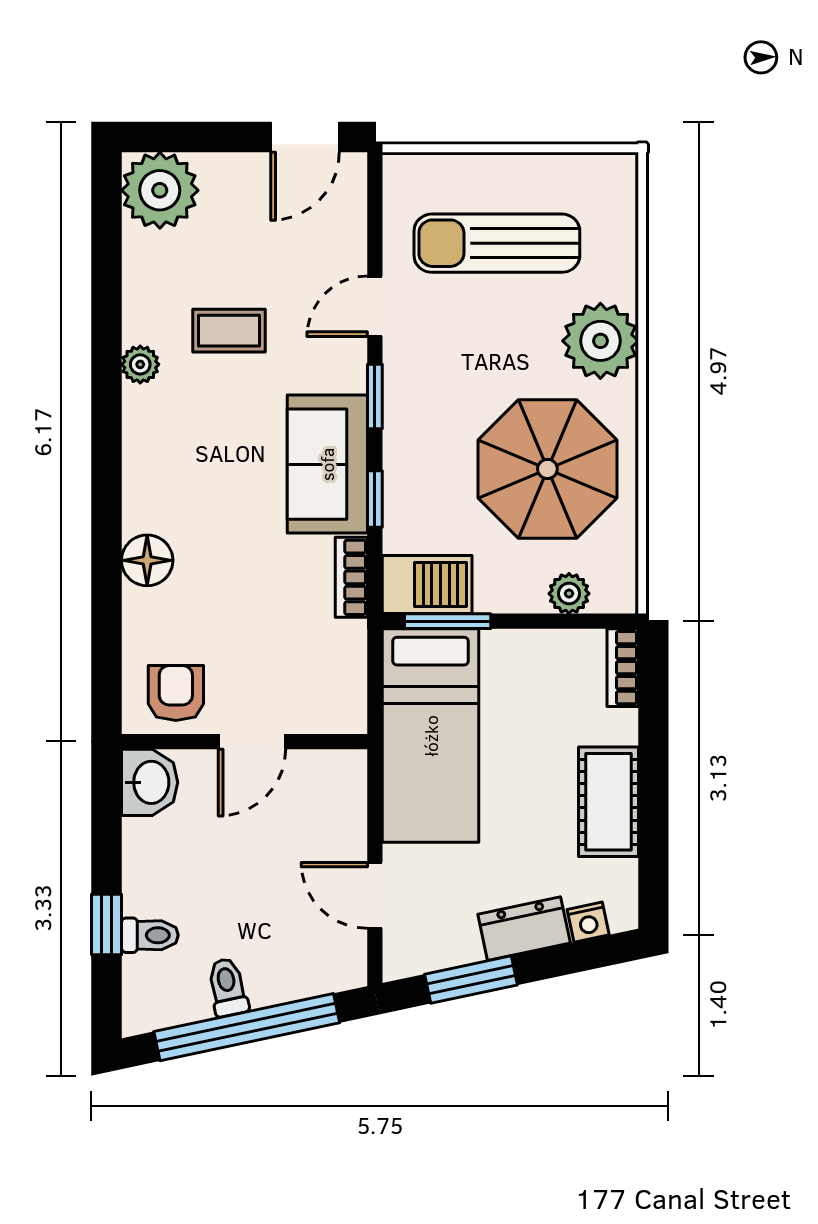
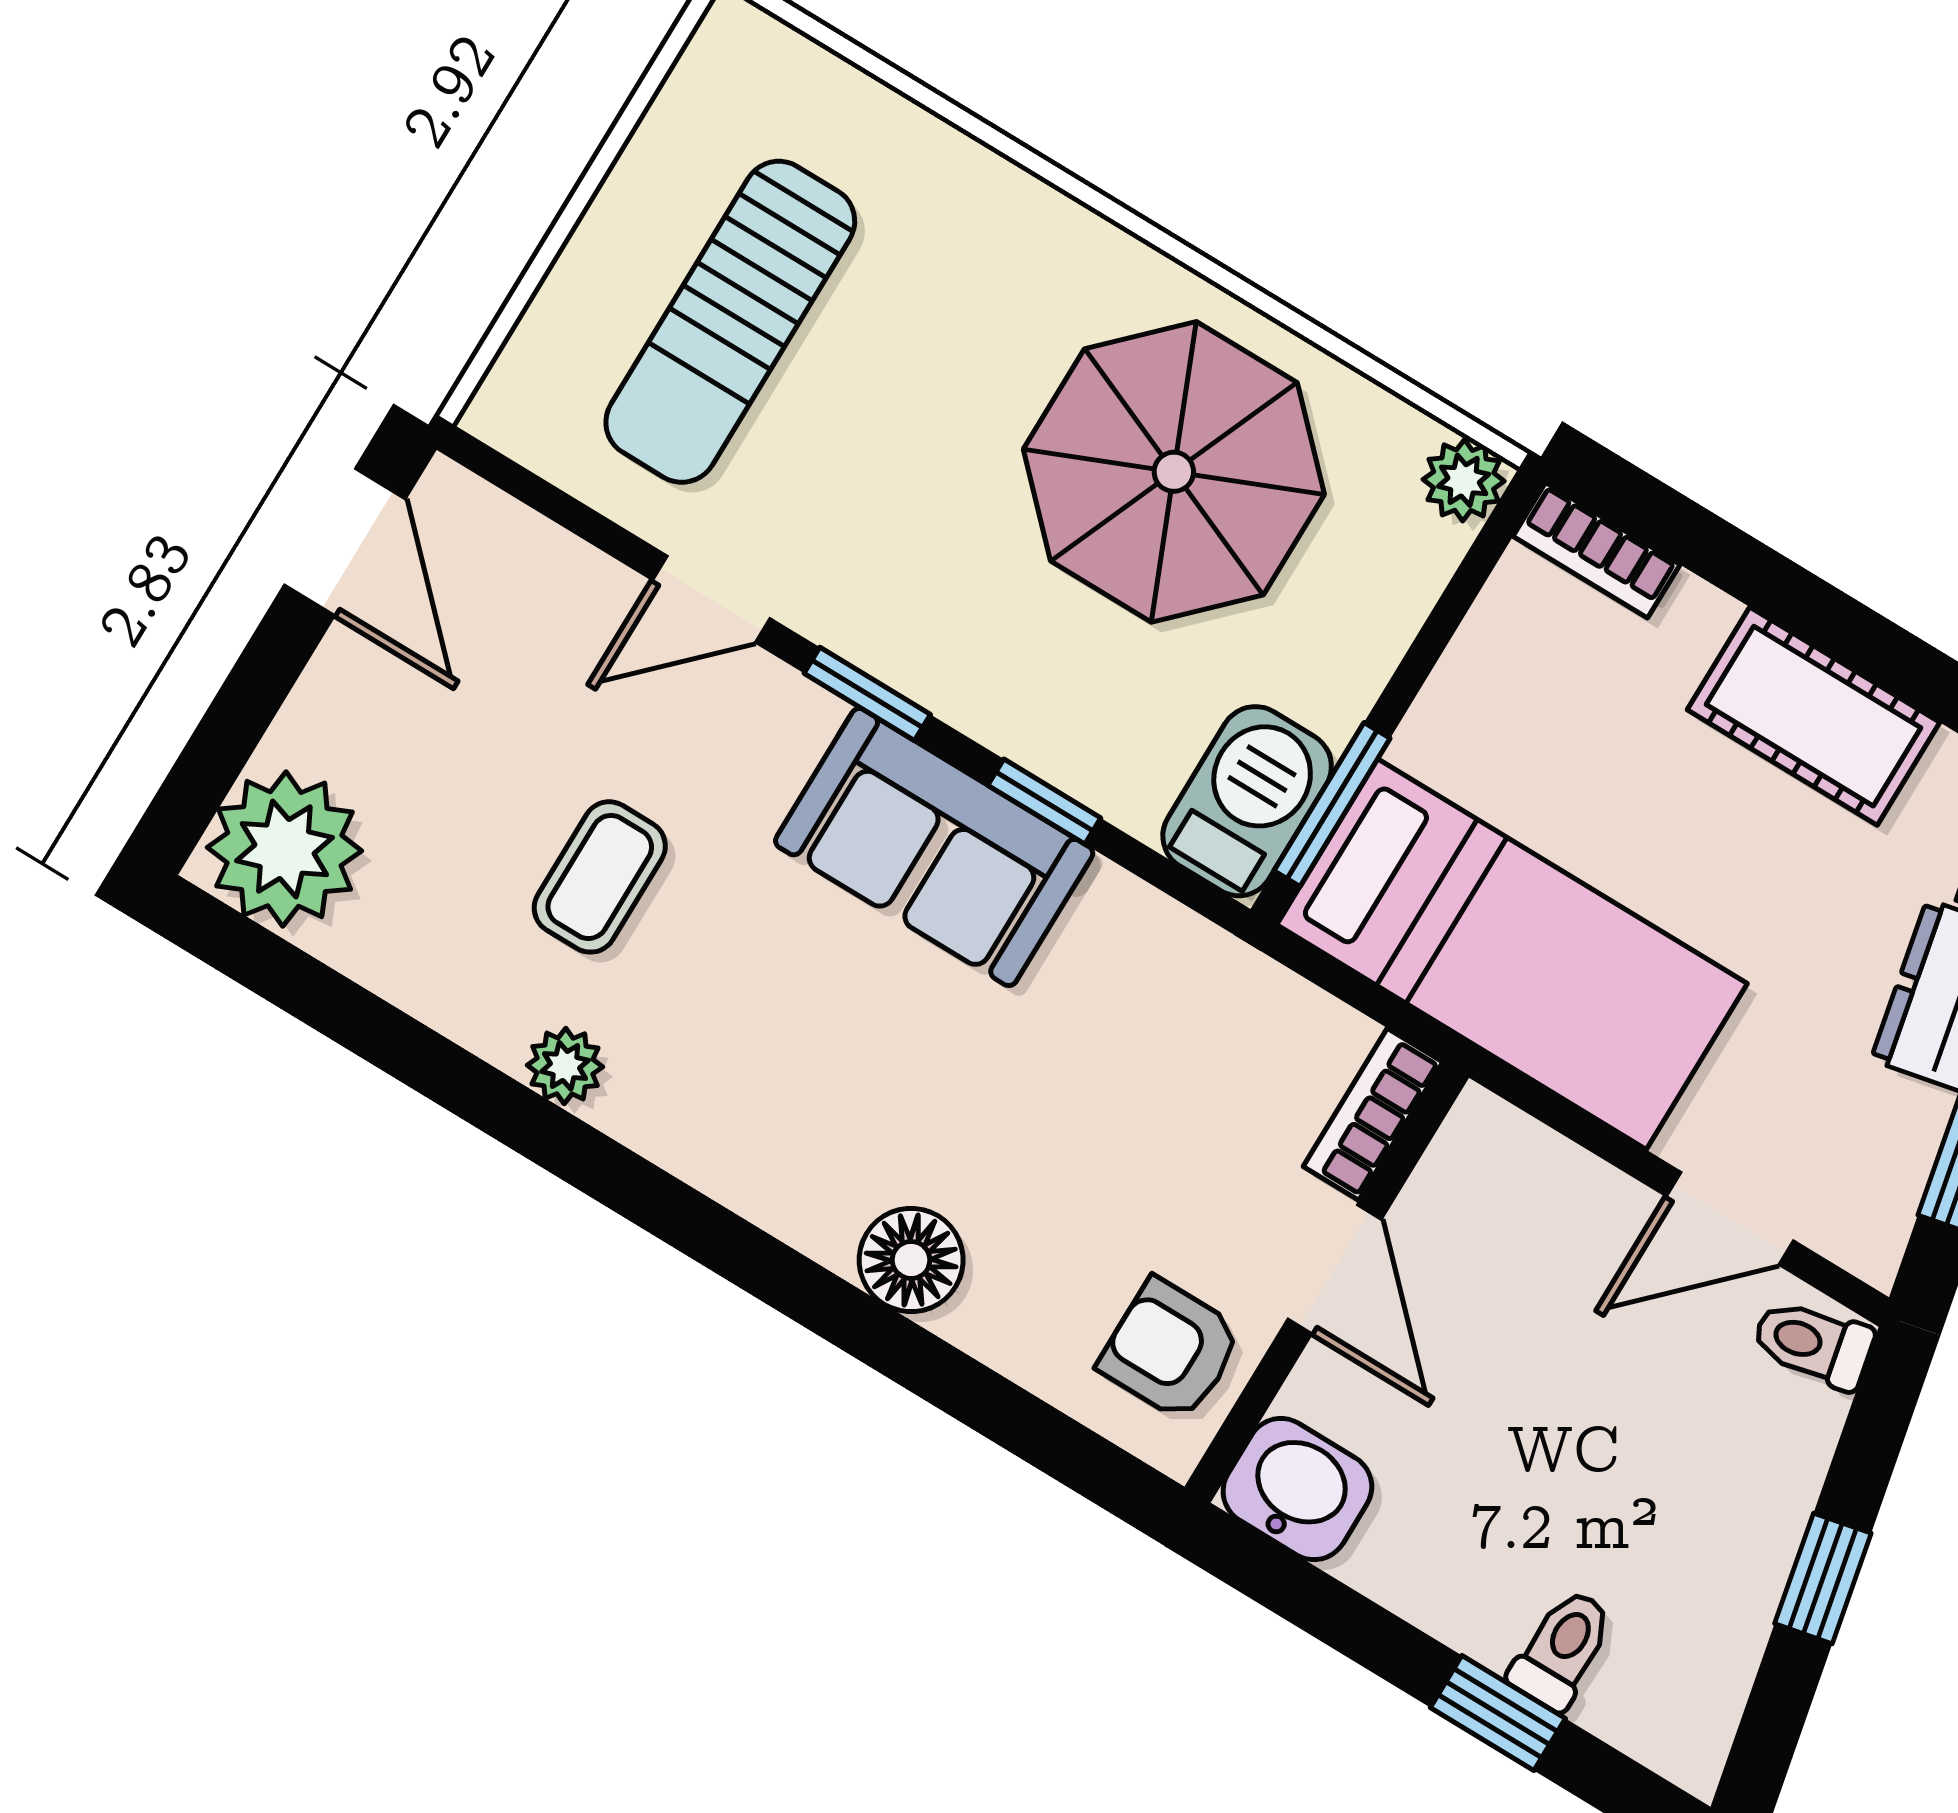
door: (375, 306) -> (711, 599), hinge flipped
plant: (600, 341) -> (1008, 245), removed
bookcase: (351, 577) -> (1373, 1114), moved, turned 90
plant: (569, 594) -> (1464, 480), moved
toilet: (228, 987) -> (1813, 1344), moved
window: (247, 1027) -> (1823, 1578), width x0.32

